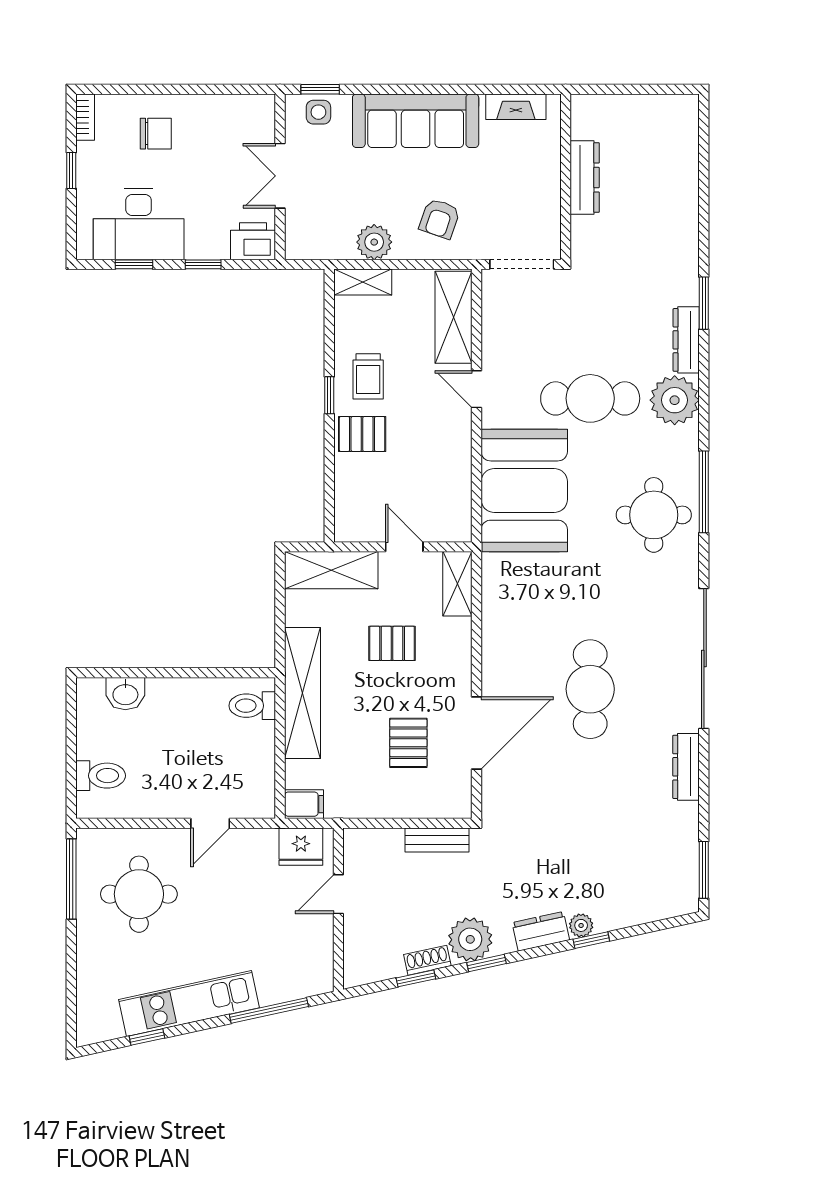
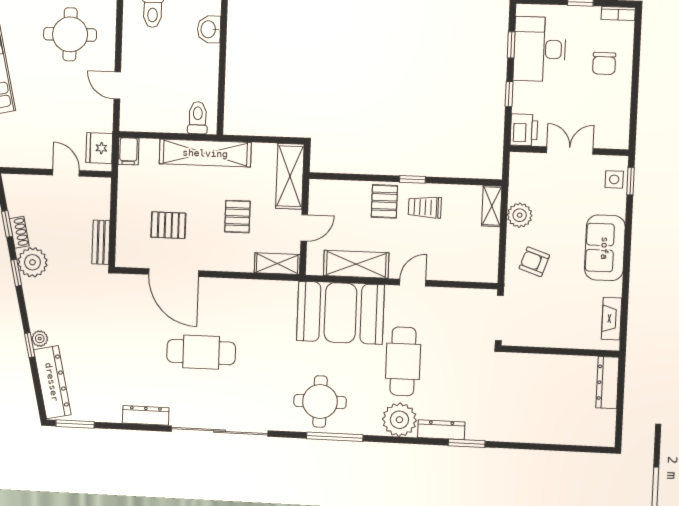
sofa: (416, 121) -> (605, 248), width x0.73
dresser: (585, 178) -> (607, 383), moved, turned 90
shelving: (454, 317) -> (356, 264), moved
dresser: (541, 931) -> (52, 382), moved, width x1.96, depth x1.24

